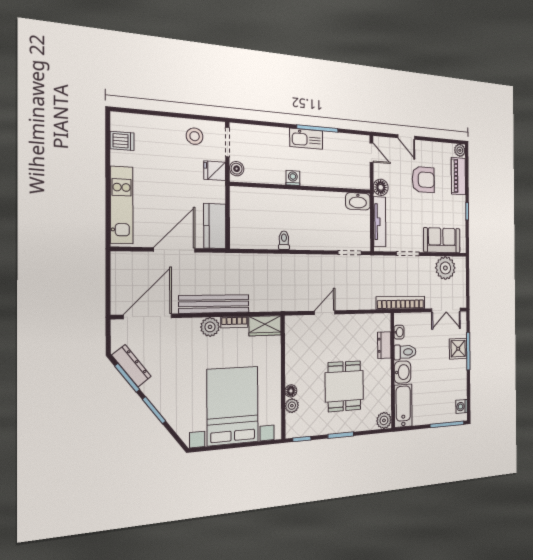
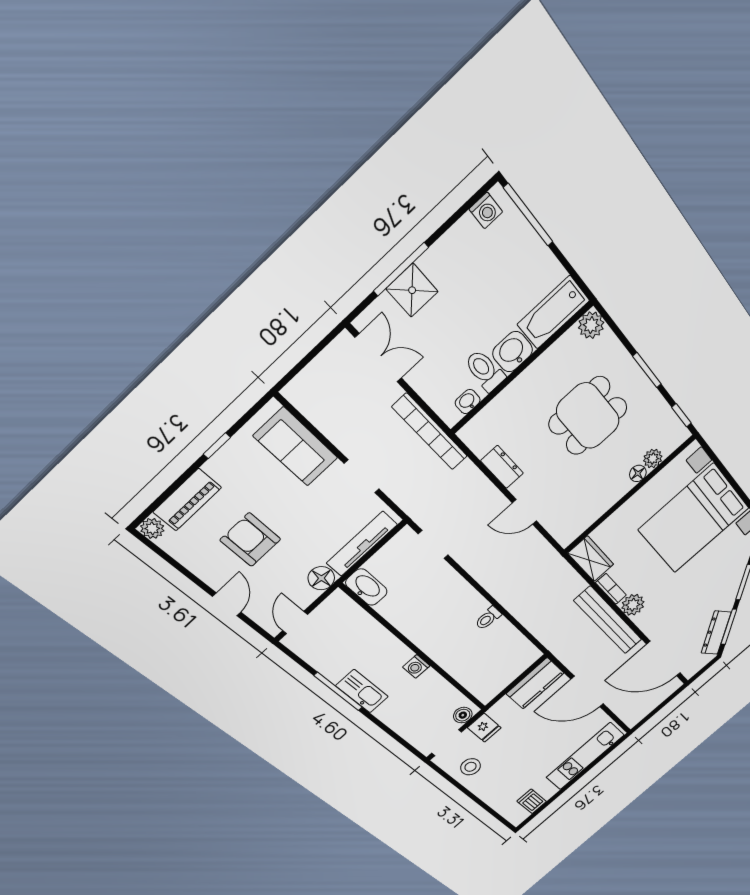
plant: (445, 268) -> (325, 409), removed
dresser: (384, 345) -> (502, 467), moved, turned -90

